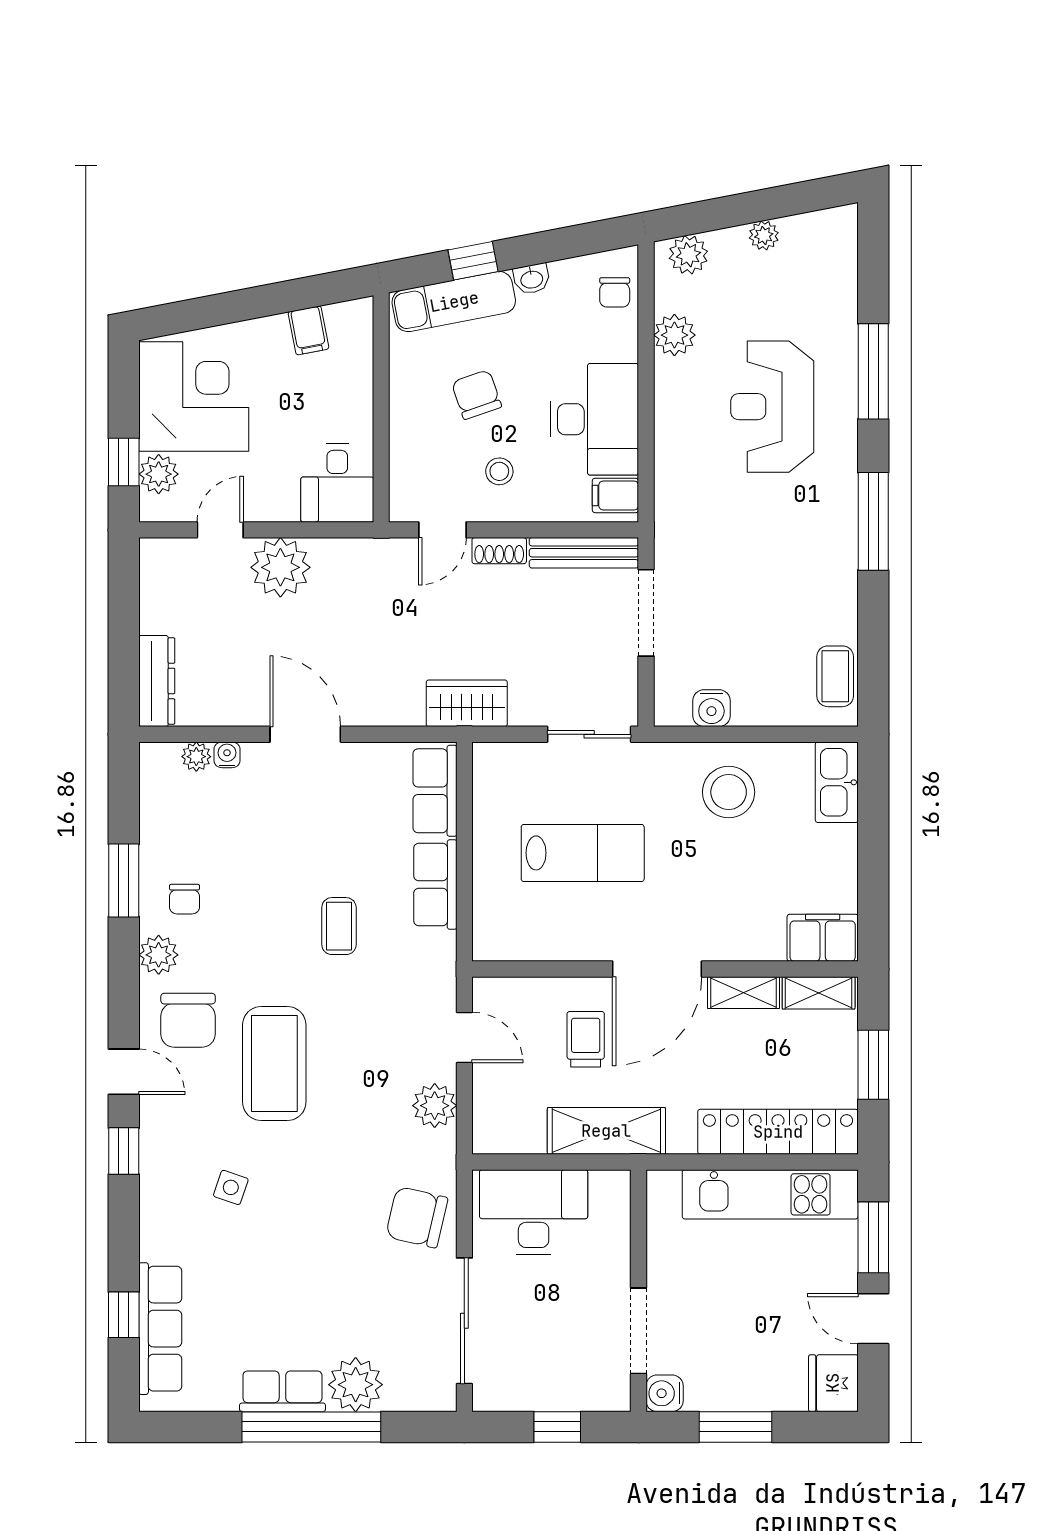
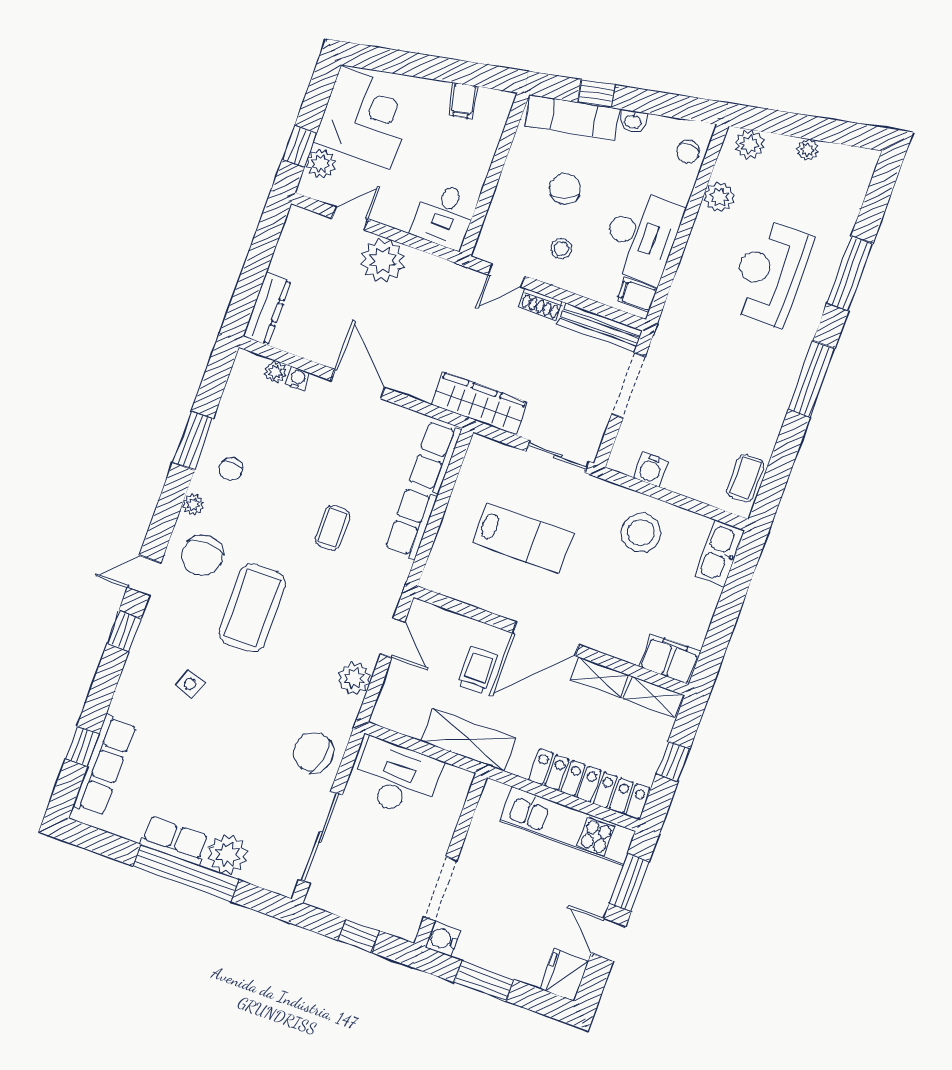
wardrobe: (467, 703) -> (479, 403), width x1.50
plant: (159, 955) -> (193, 504), width x0.73, depth x0.73
window: (873, 1065) -> (673, 761), width x0.67
door: (124, 1072) -> (144, 575), swing flipped

